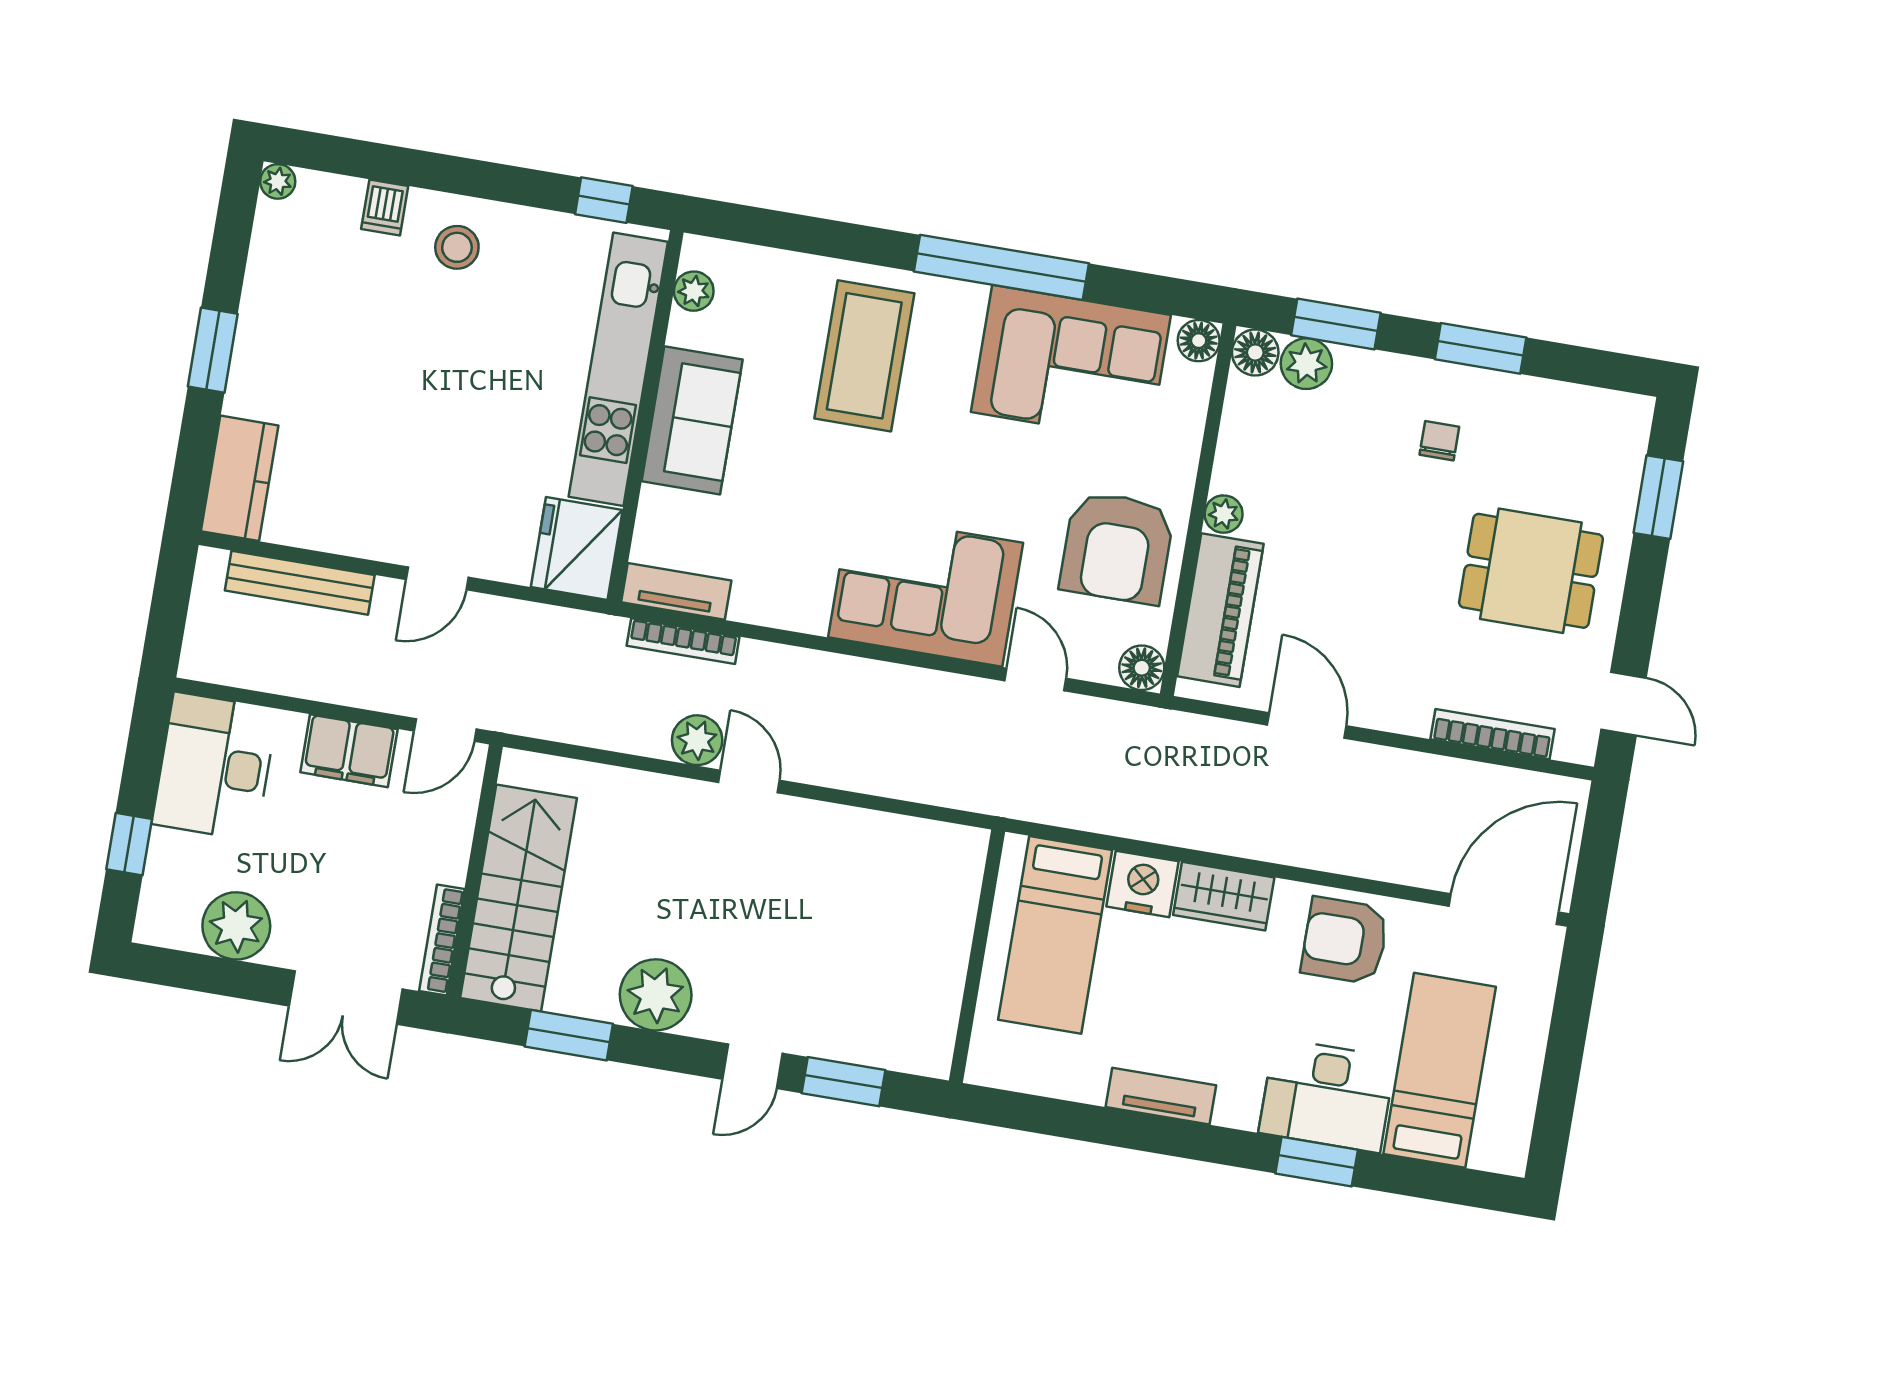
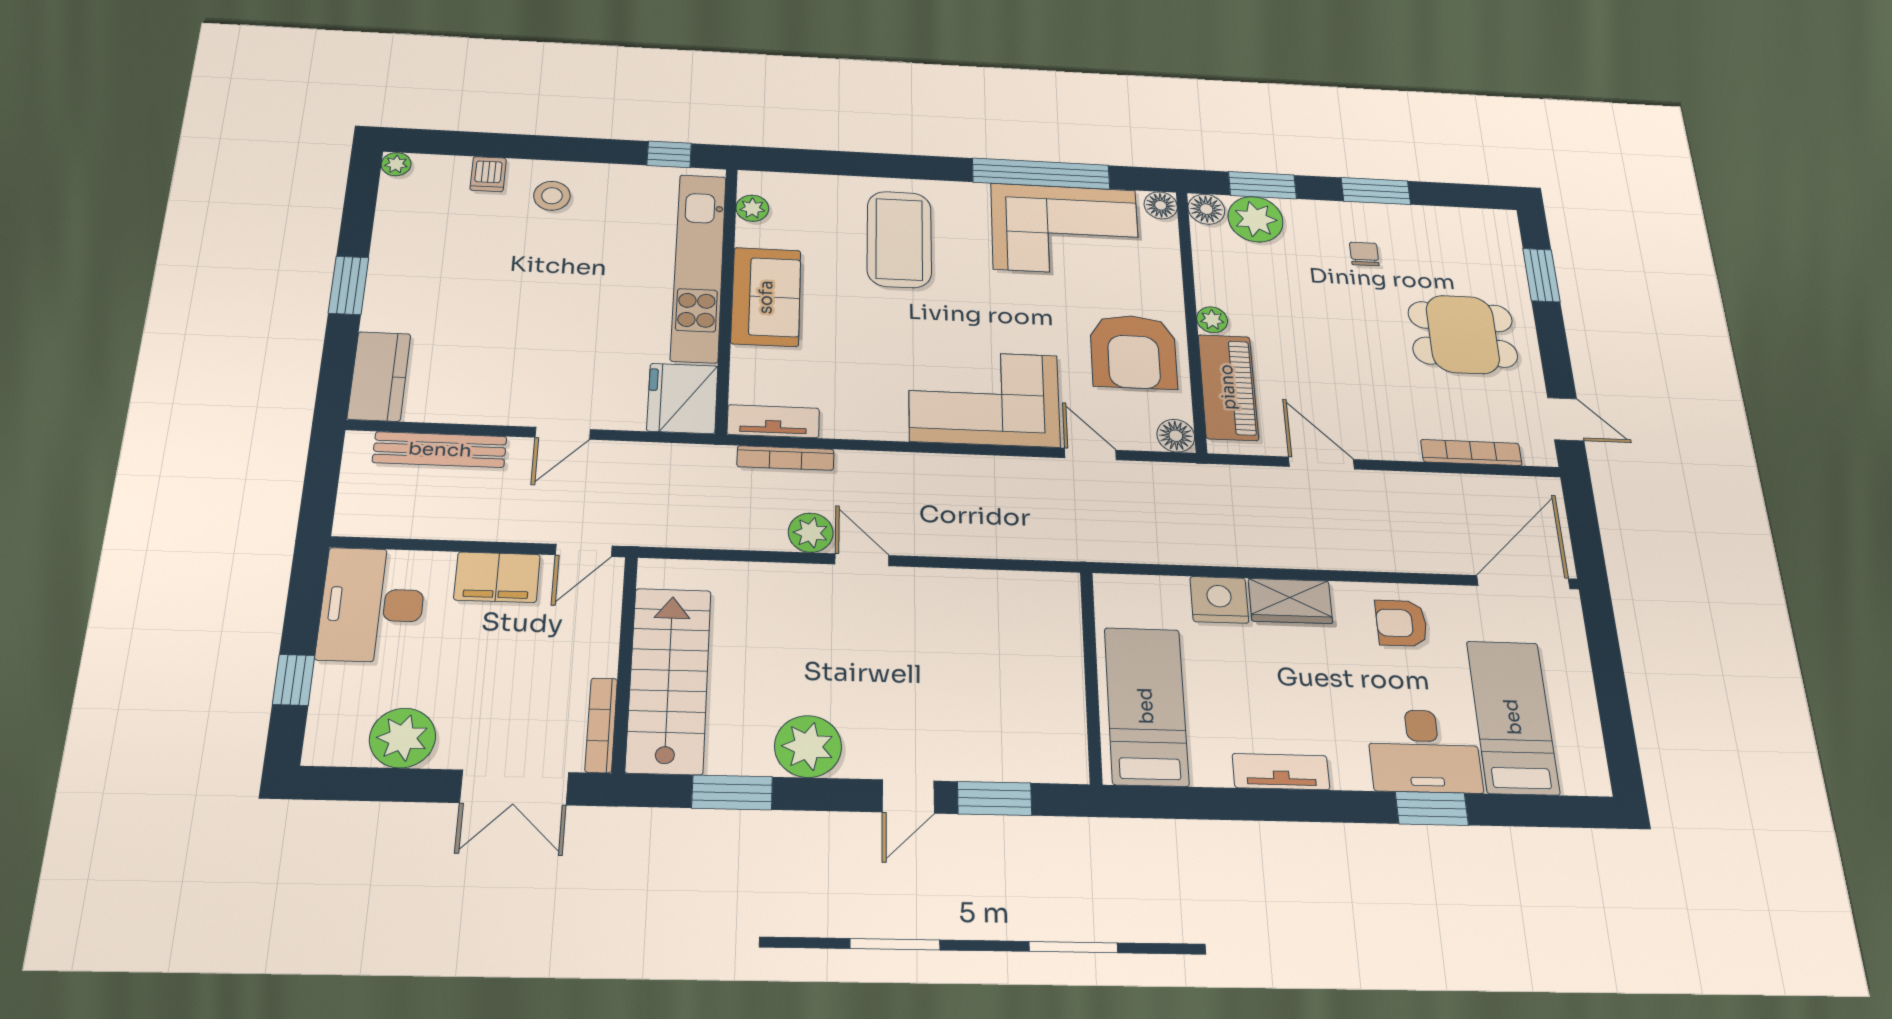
window: (1001, 267) -> (1041, 174), moved
plant: (1306, 364) -> (1255, 219), width x1.36, depth x1.36
bed: (1055, 935) -> (1146, 706), moved, turned 180
armchair: (1345, 941) -> (1401, 623), width x0.72, depth x0.72

